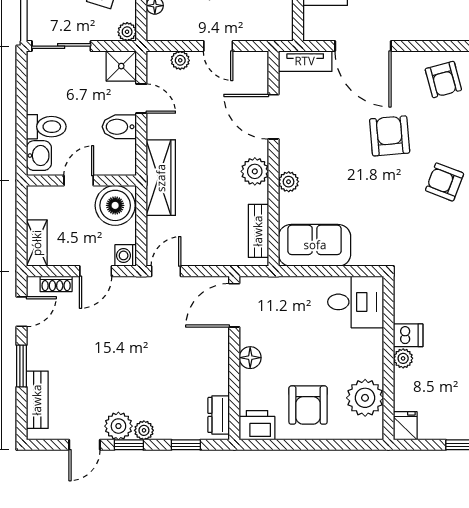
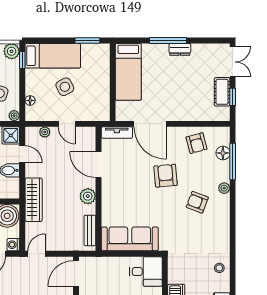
plant: (289, 182) -> (107, 202), removed
sofa: (315, 245) -> (130, 239), width x1.36

